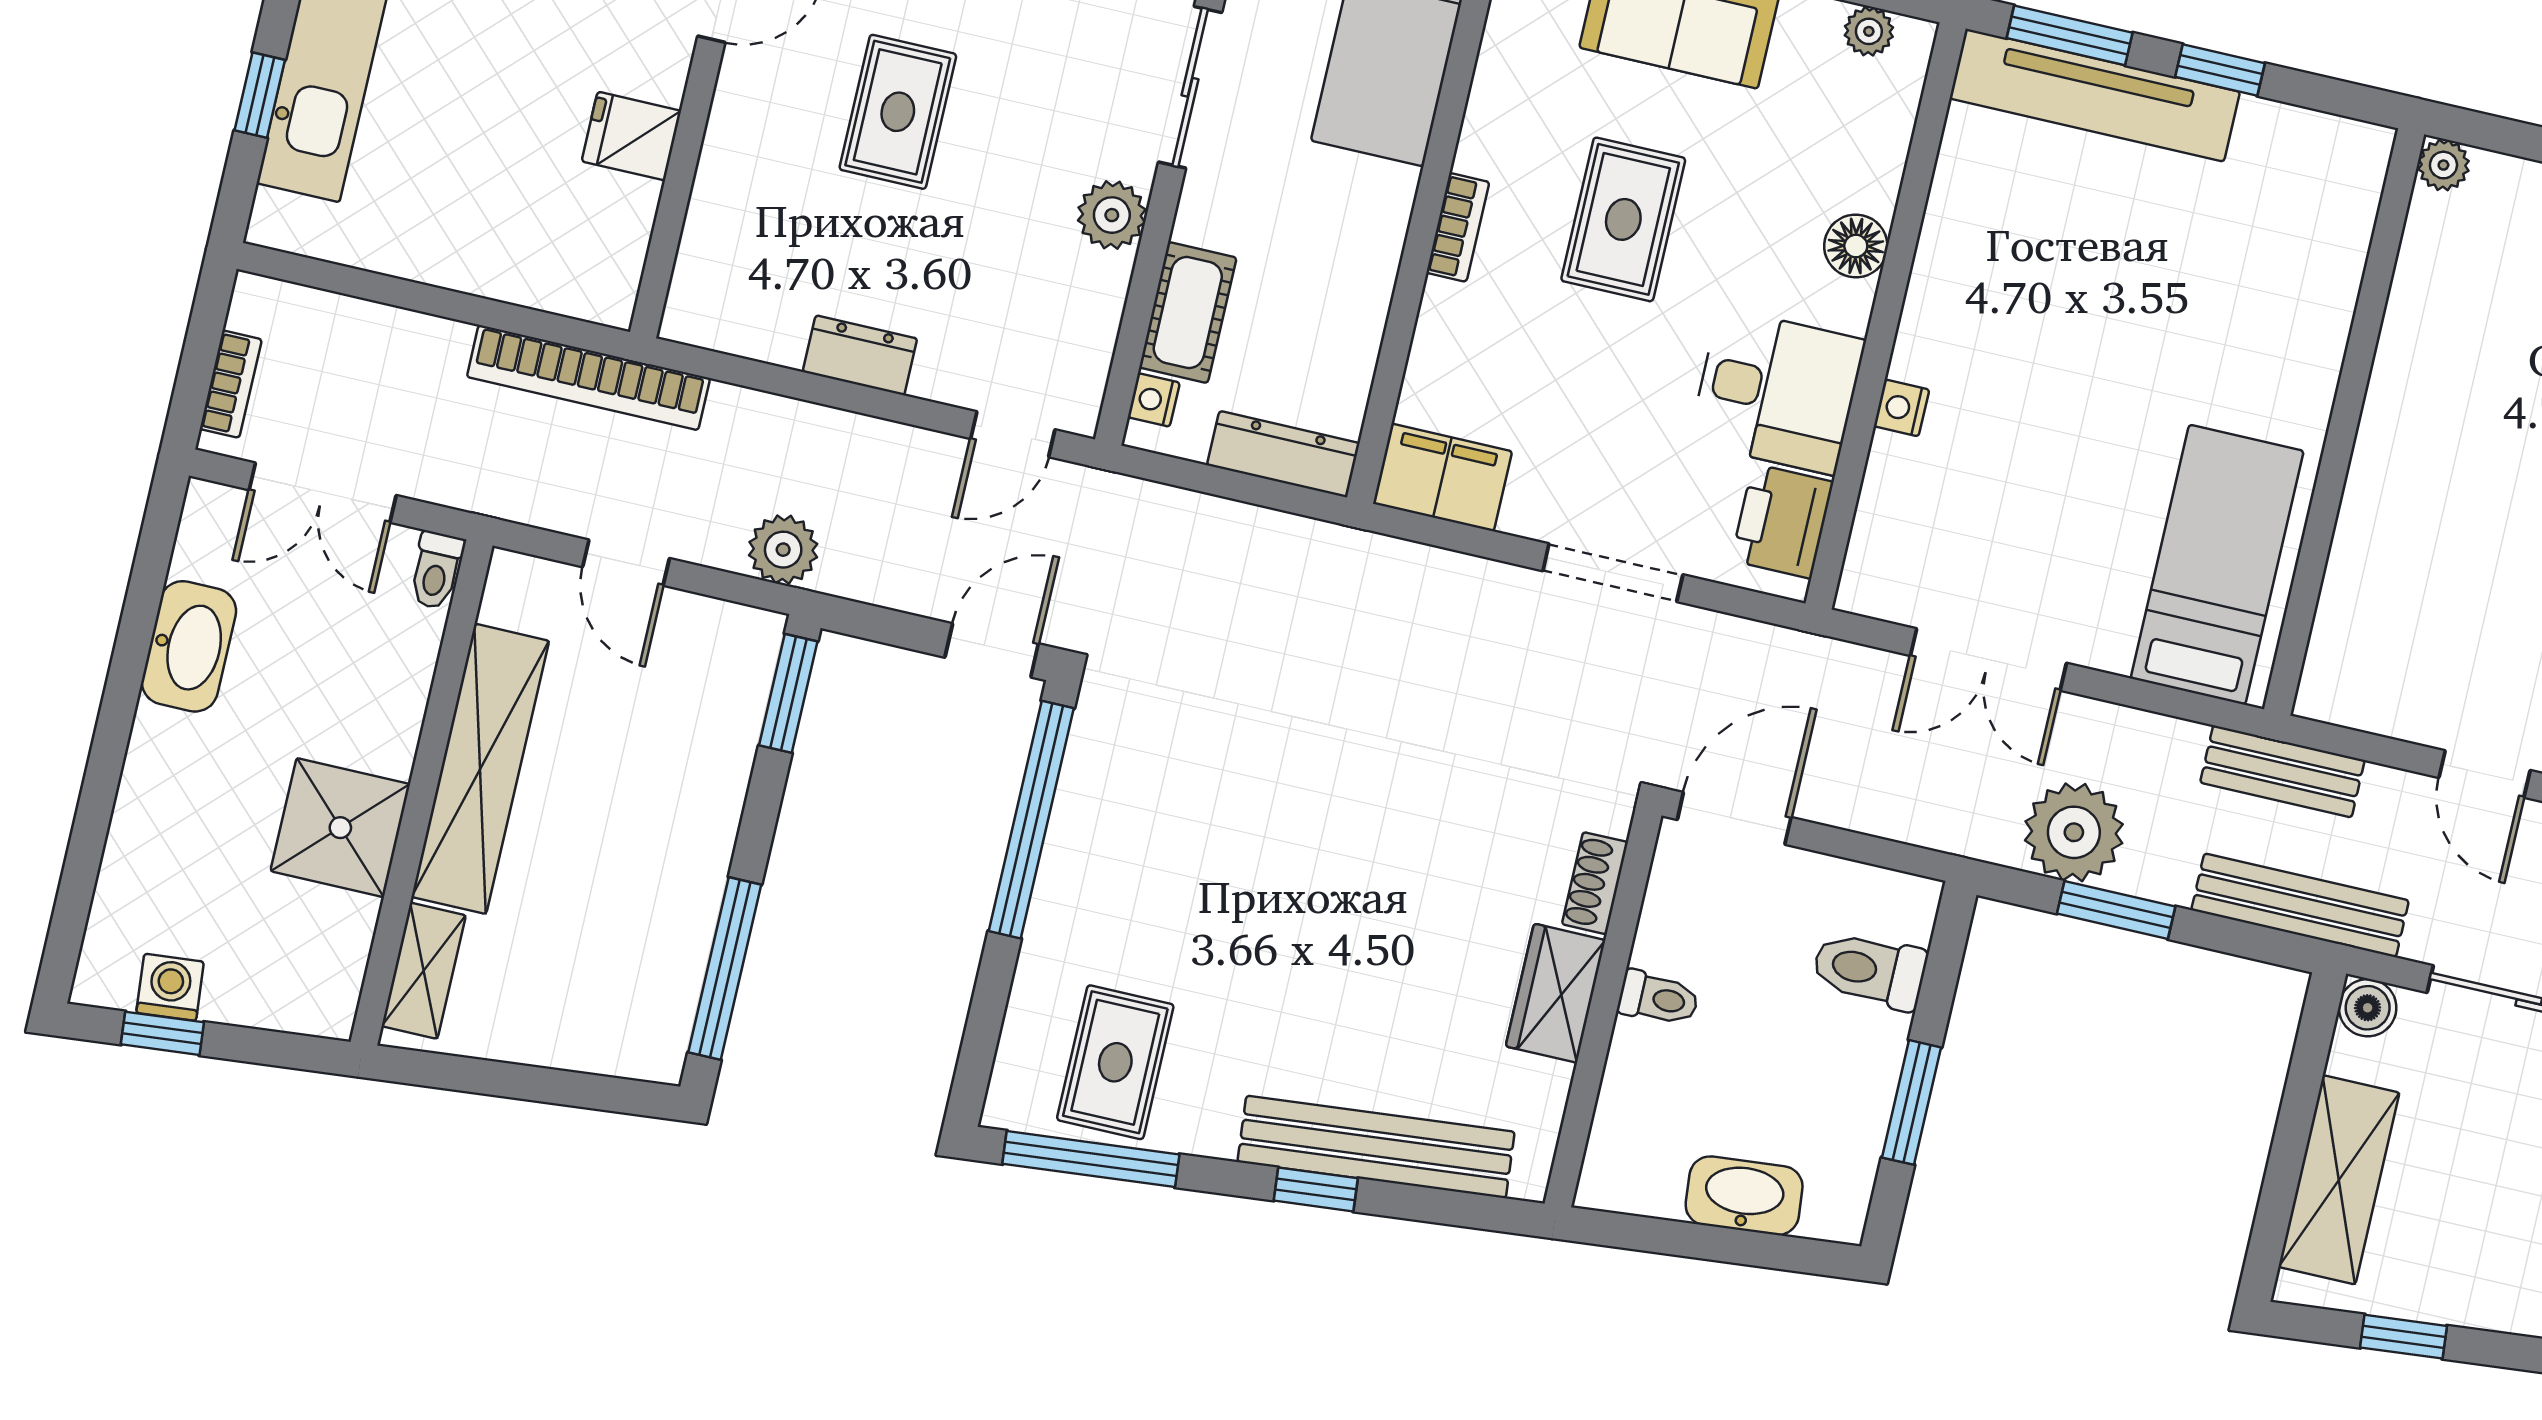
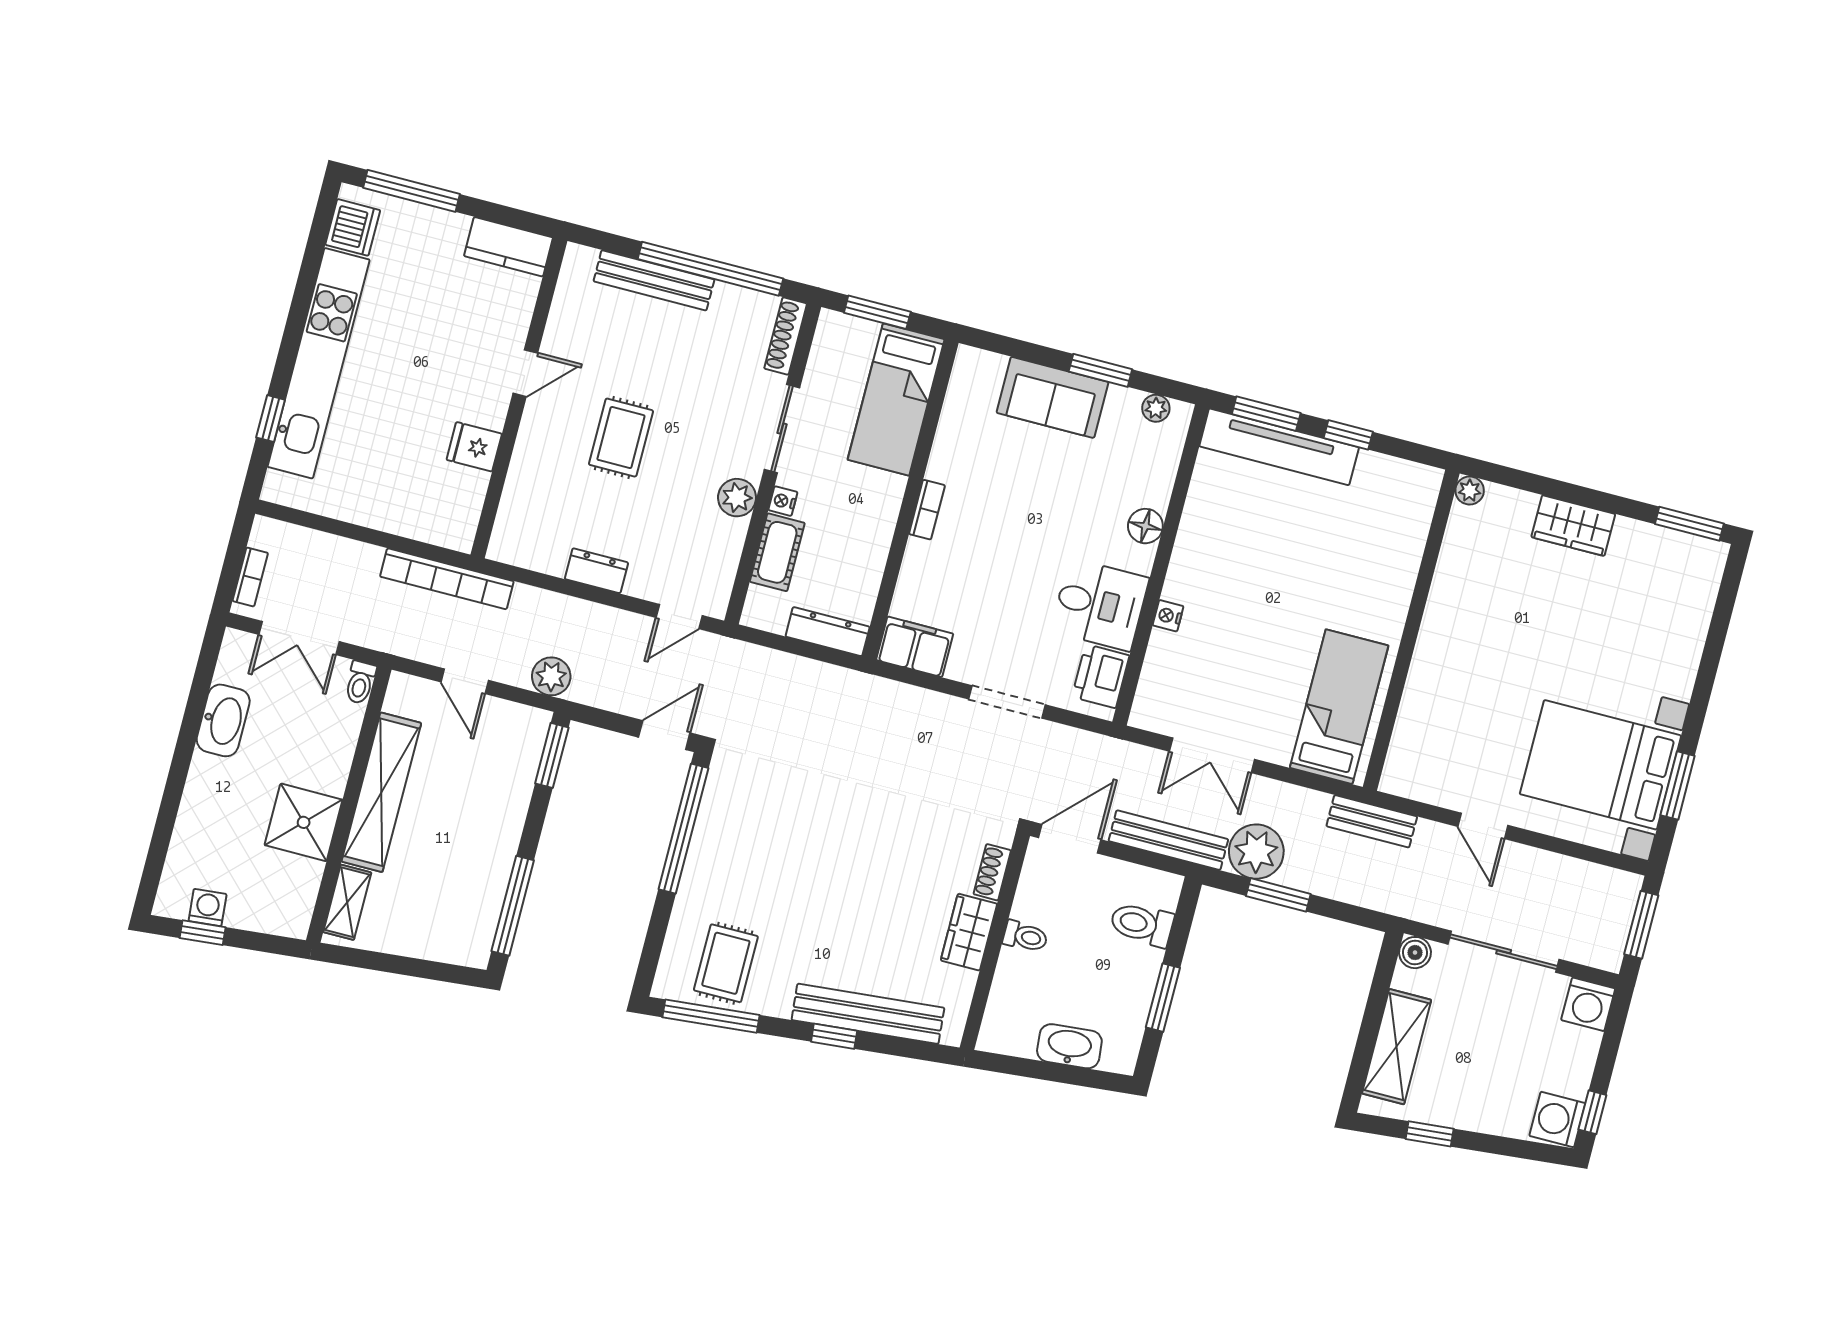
rug: (1623, 219) -> (1018, 508), removed
nightstand: (1154, 400) -> (783, 501), moved
bench: (2300, 905) -> (1168, 840), moved

